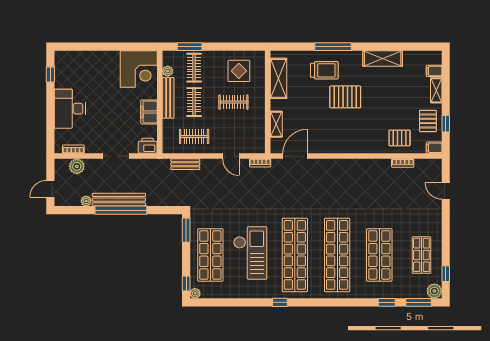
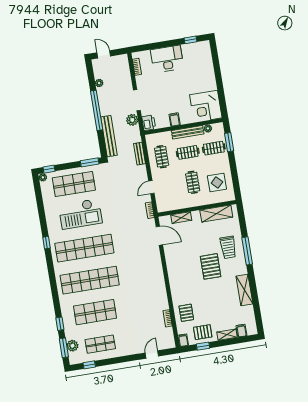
filing cabinet: (149, 112) -> (175, 120), width x0.50
plant: (77, 166) -> (132, 120), moved
bench: (119, 200) -> (109, 136), moved
plant: (434, 291) -> (72, 346), moved

